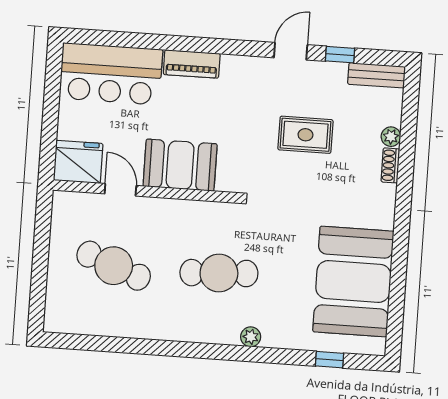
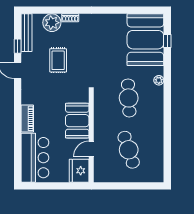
bench: (377, 75) -> (27, 33), width x1.36
plant: (391, 137) -> (52, 23), width x1.88, depth x1.88
cafe table: (114, 266) -> (129, 150), turned -39
booth: (353, 282) -> (145, 40), moved, turned 90

